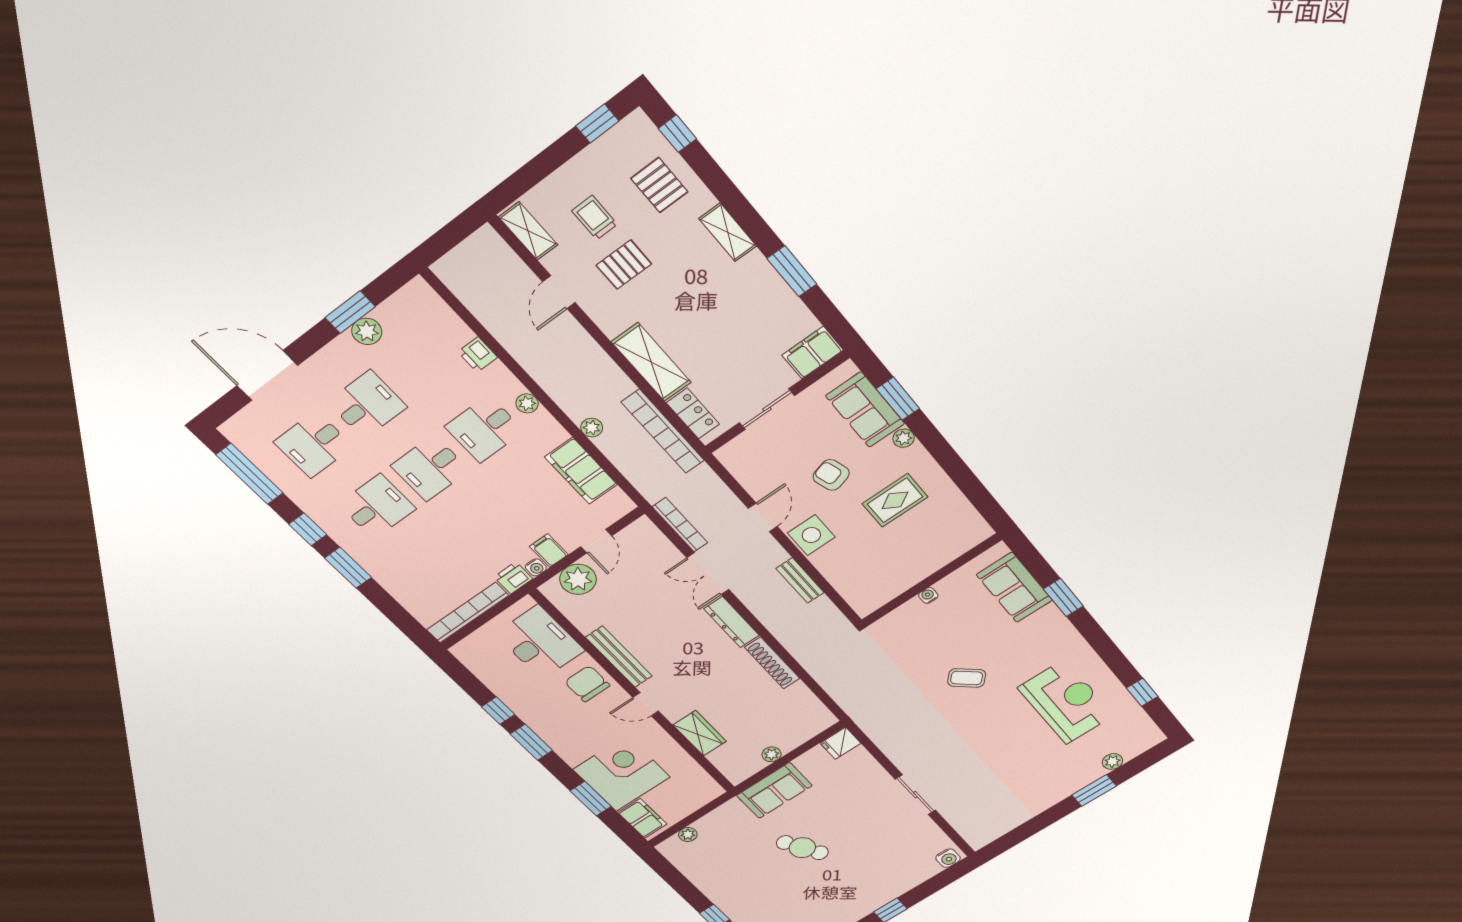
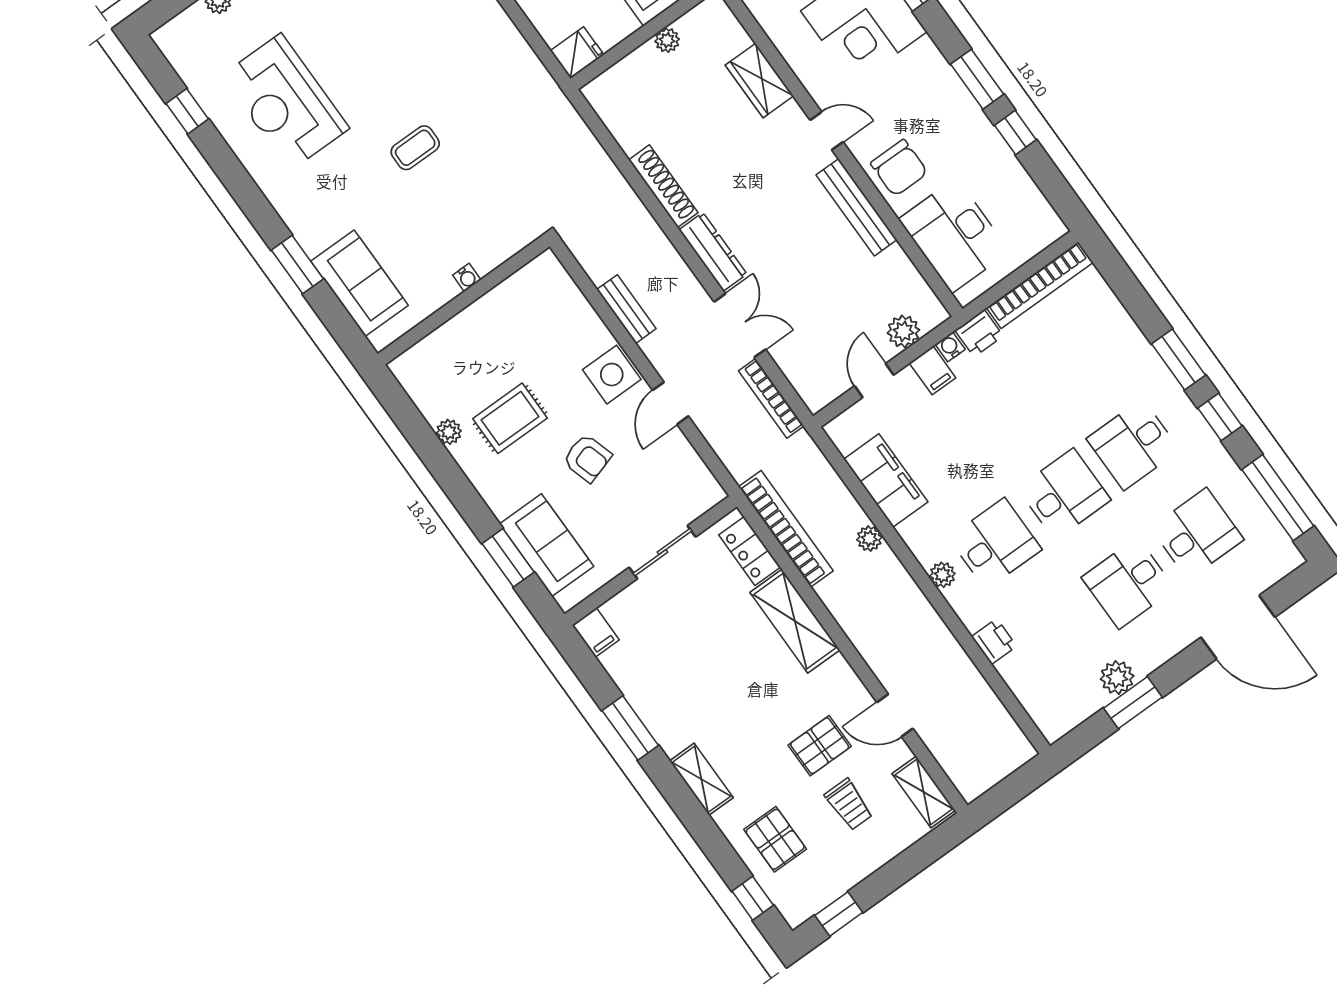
door: (559, 292) -> (895, 715), swing flipped
filing cabinet: (813, 353) -> (596, 632), width x0.50
plant: (904, 438) -> (449, 432), moved
plant: (578, 579) -> (903, 331), width x0.73, depth x0.73
coffee table: (967, 678) -> (415, 148), turned -42

